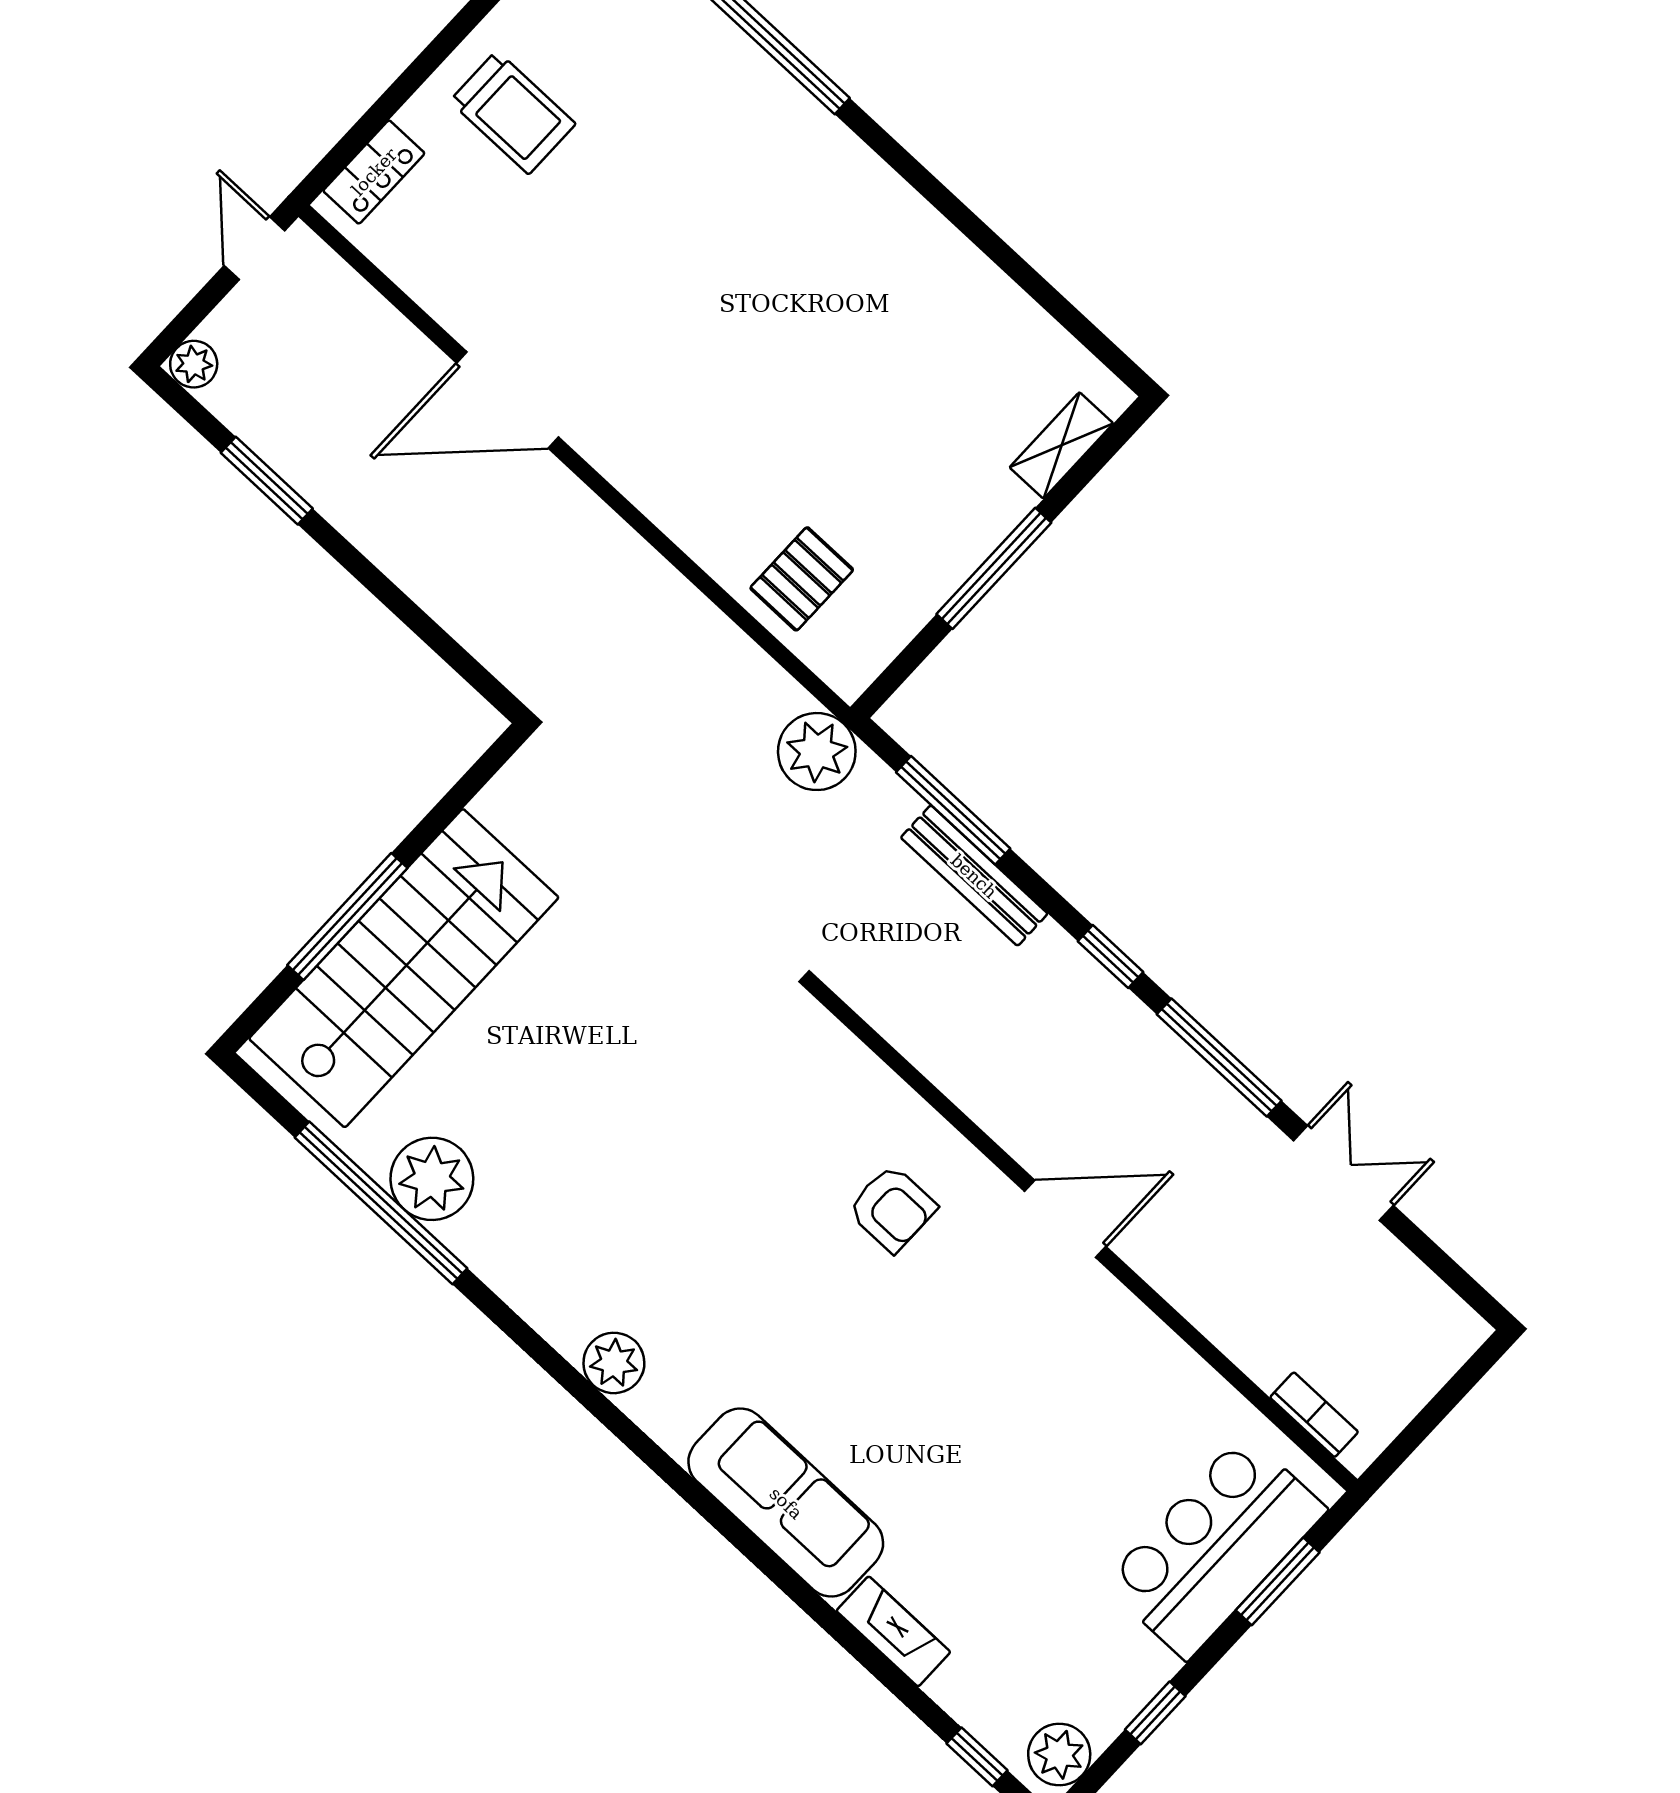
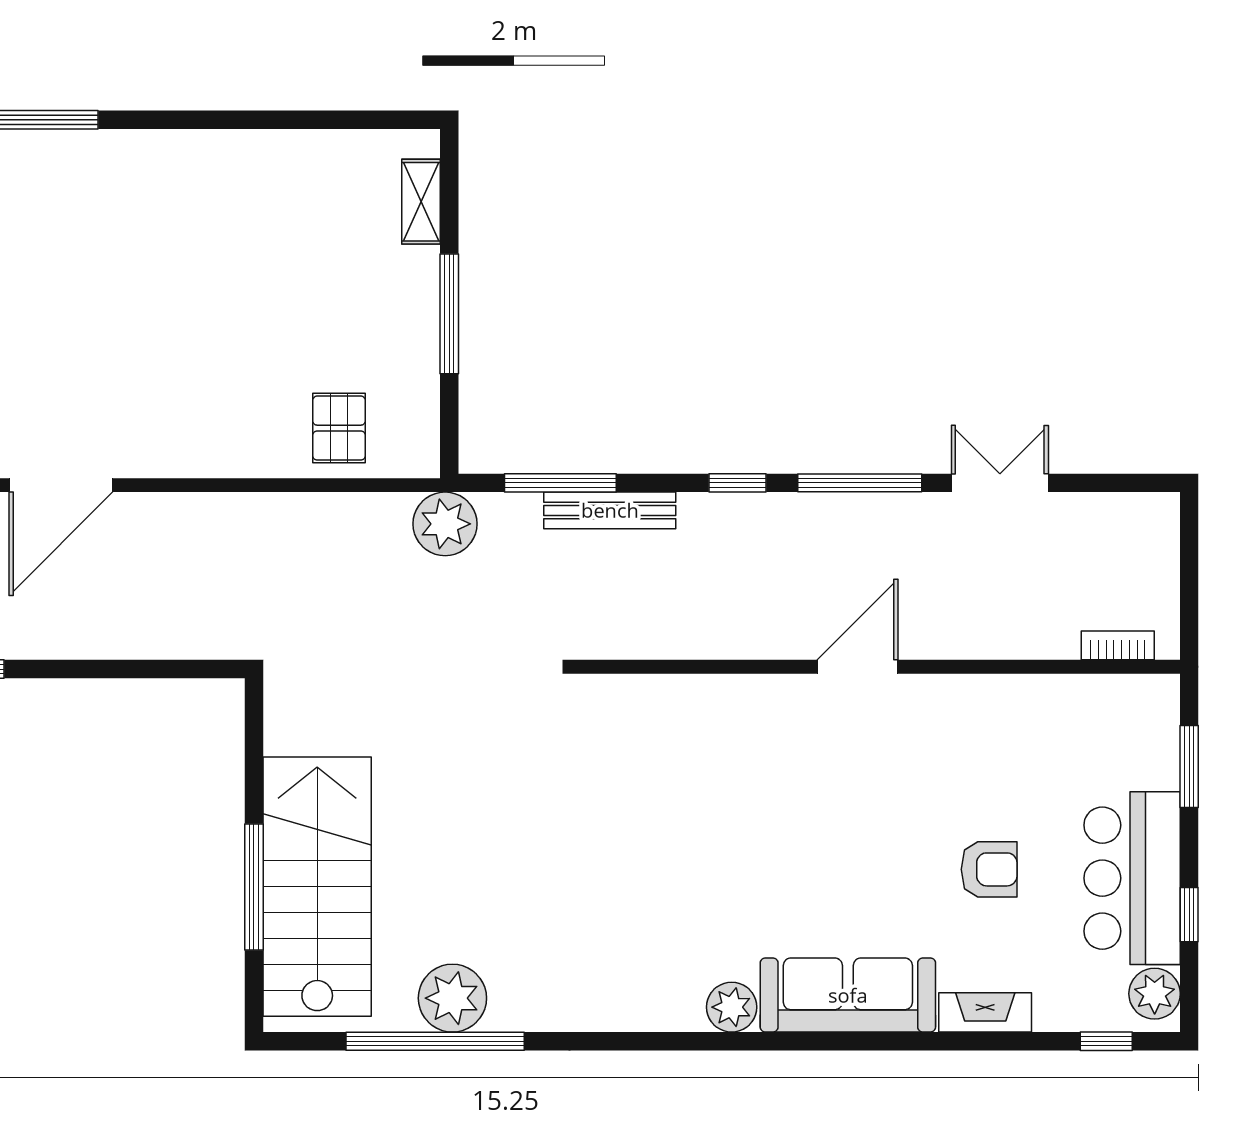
armchair: (892, 1208) -> (989, 869), moved
plant: (614, 1363) -> (732, 1007), moved
bar counter: (1215, 1547) -> (1132, 878), moved

